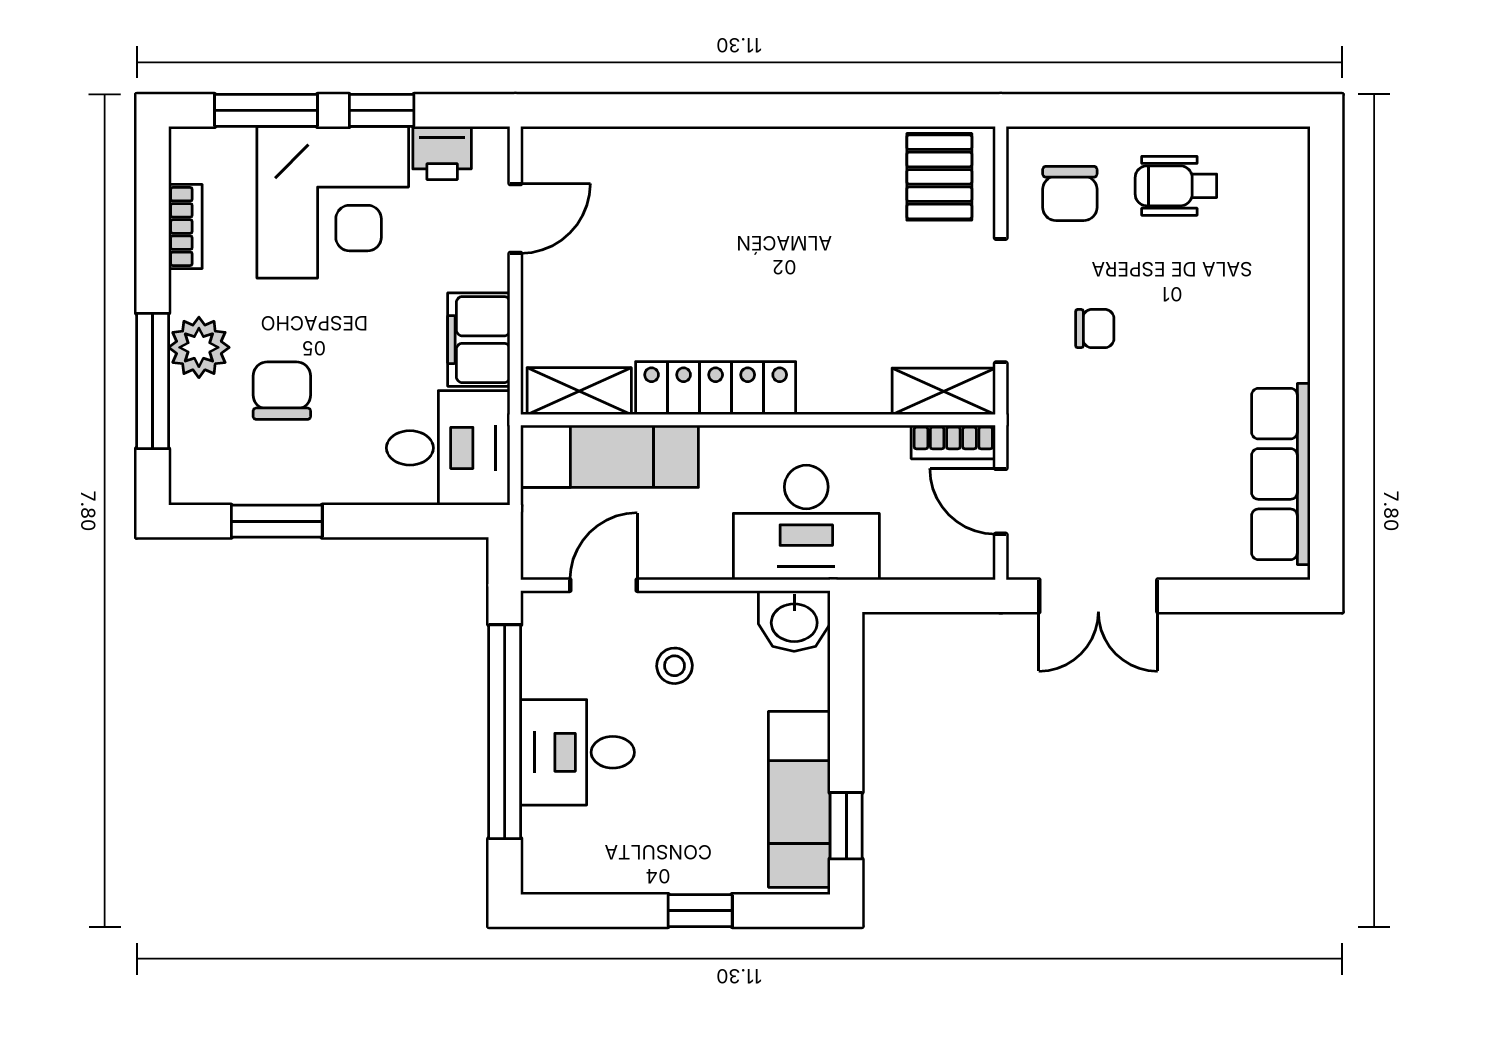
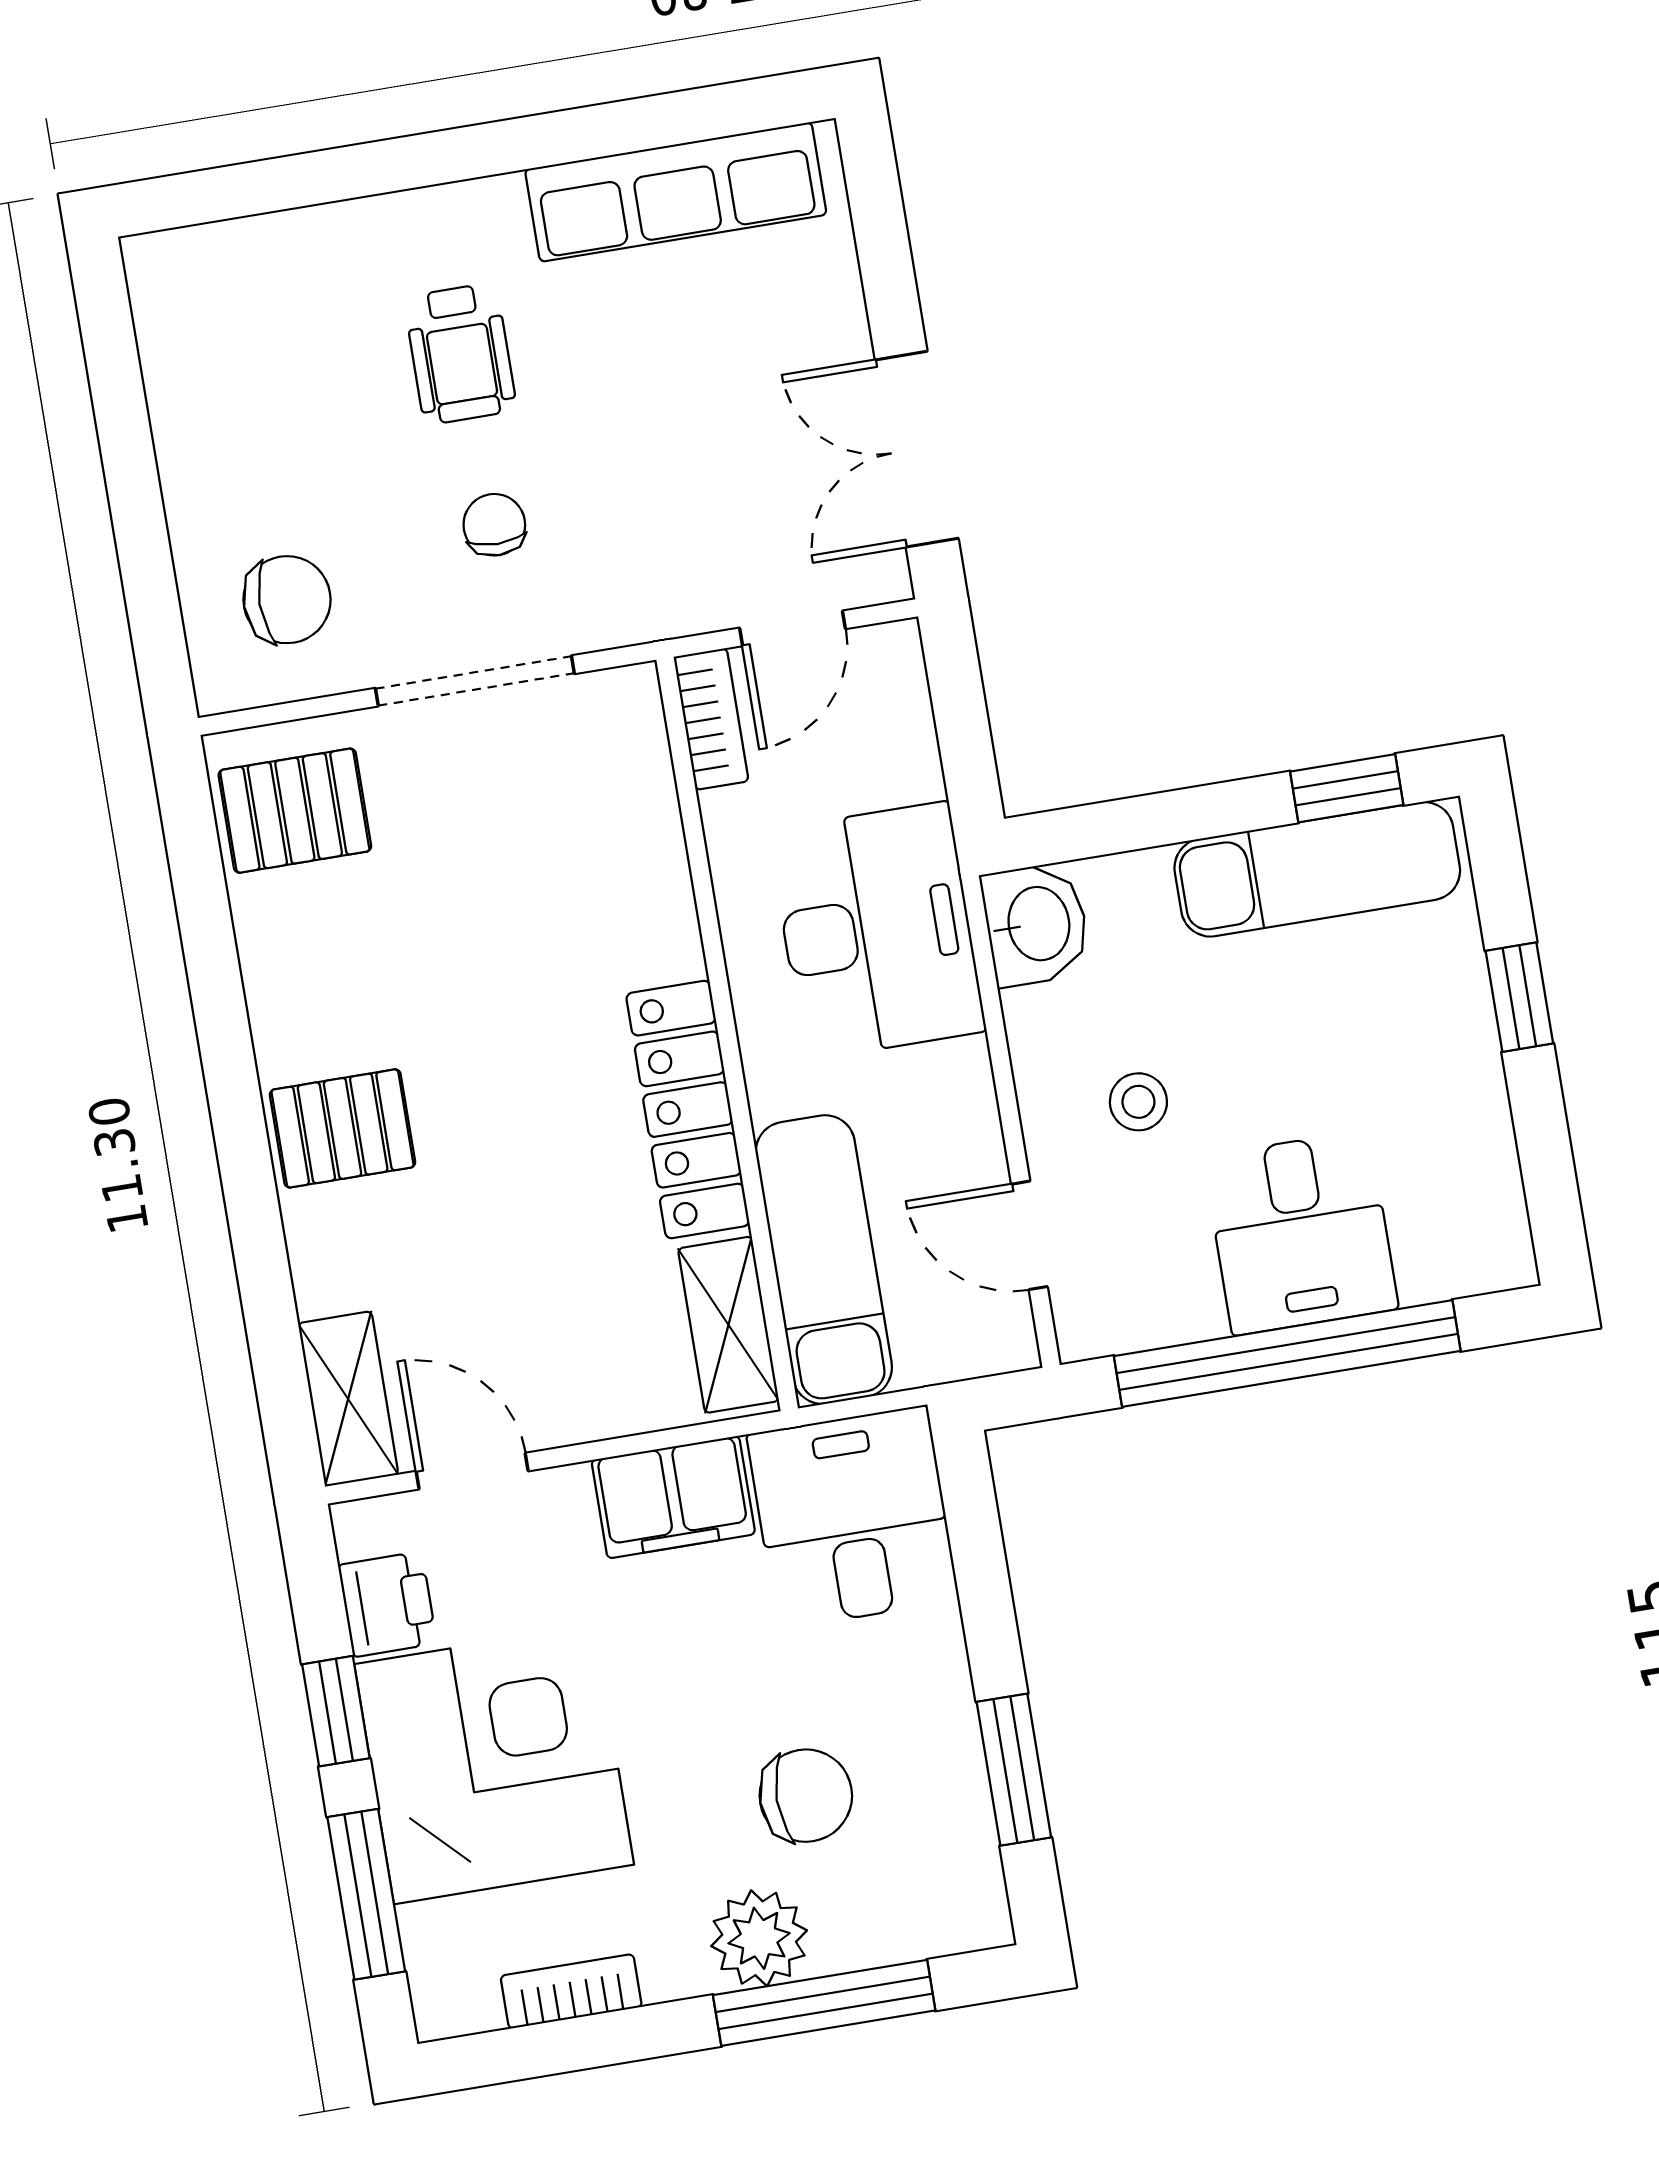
pallet: (739, 174) -> (343, 1128), added
wheelchair: (1176, 186) -> (460, 354), moved
chair: (282, 391) -> (806, 1796), turned 180
shelving: (944, 391) -> (348, 1399), moved
double door: (1098, 596) -> (917, 449), swing flipped

